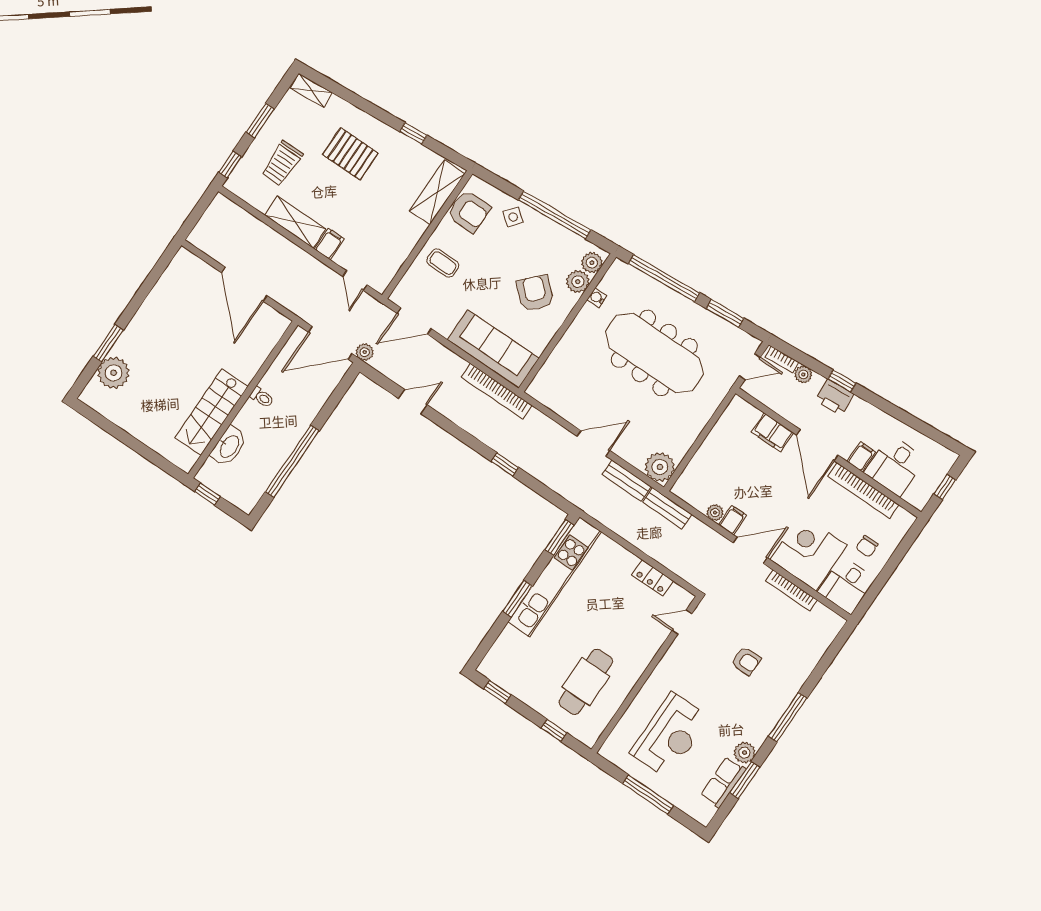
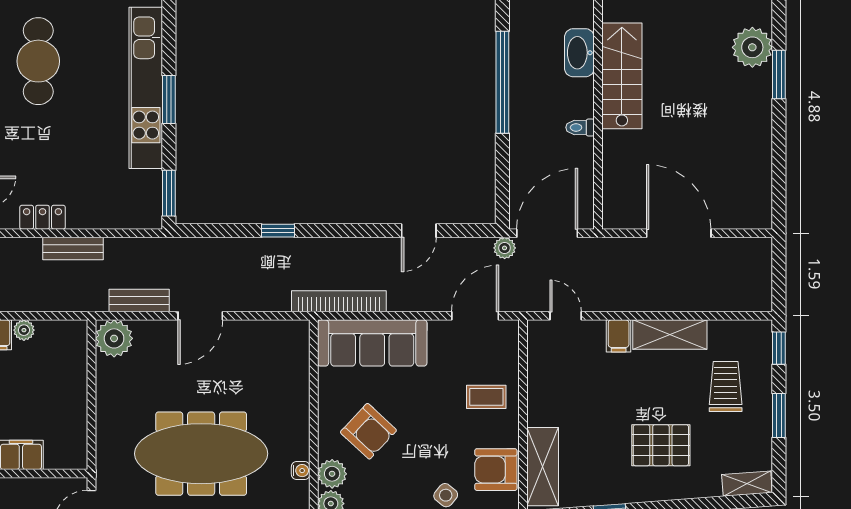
bench: (667, 508) -> (73, 248), moved
kitchen unit: (555, 577) -> (146, 88), moved

